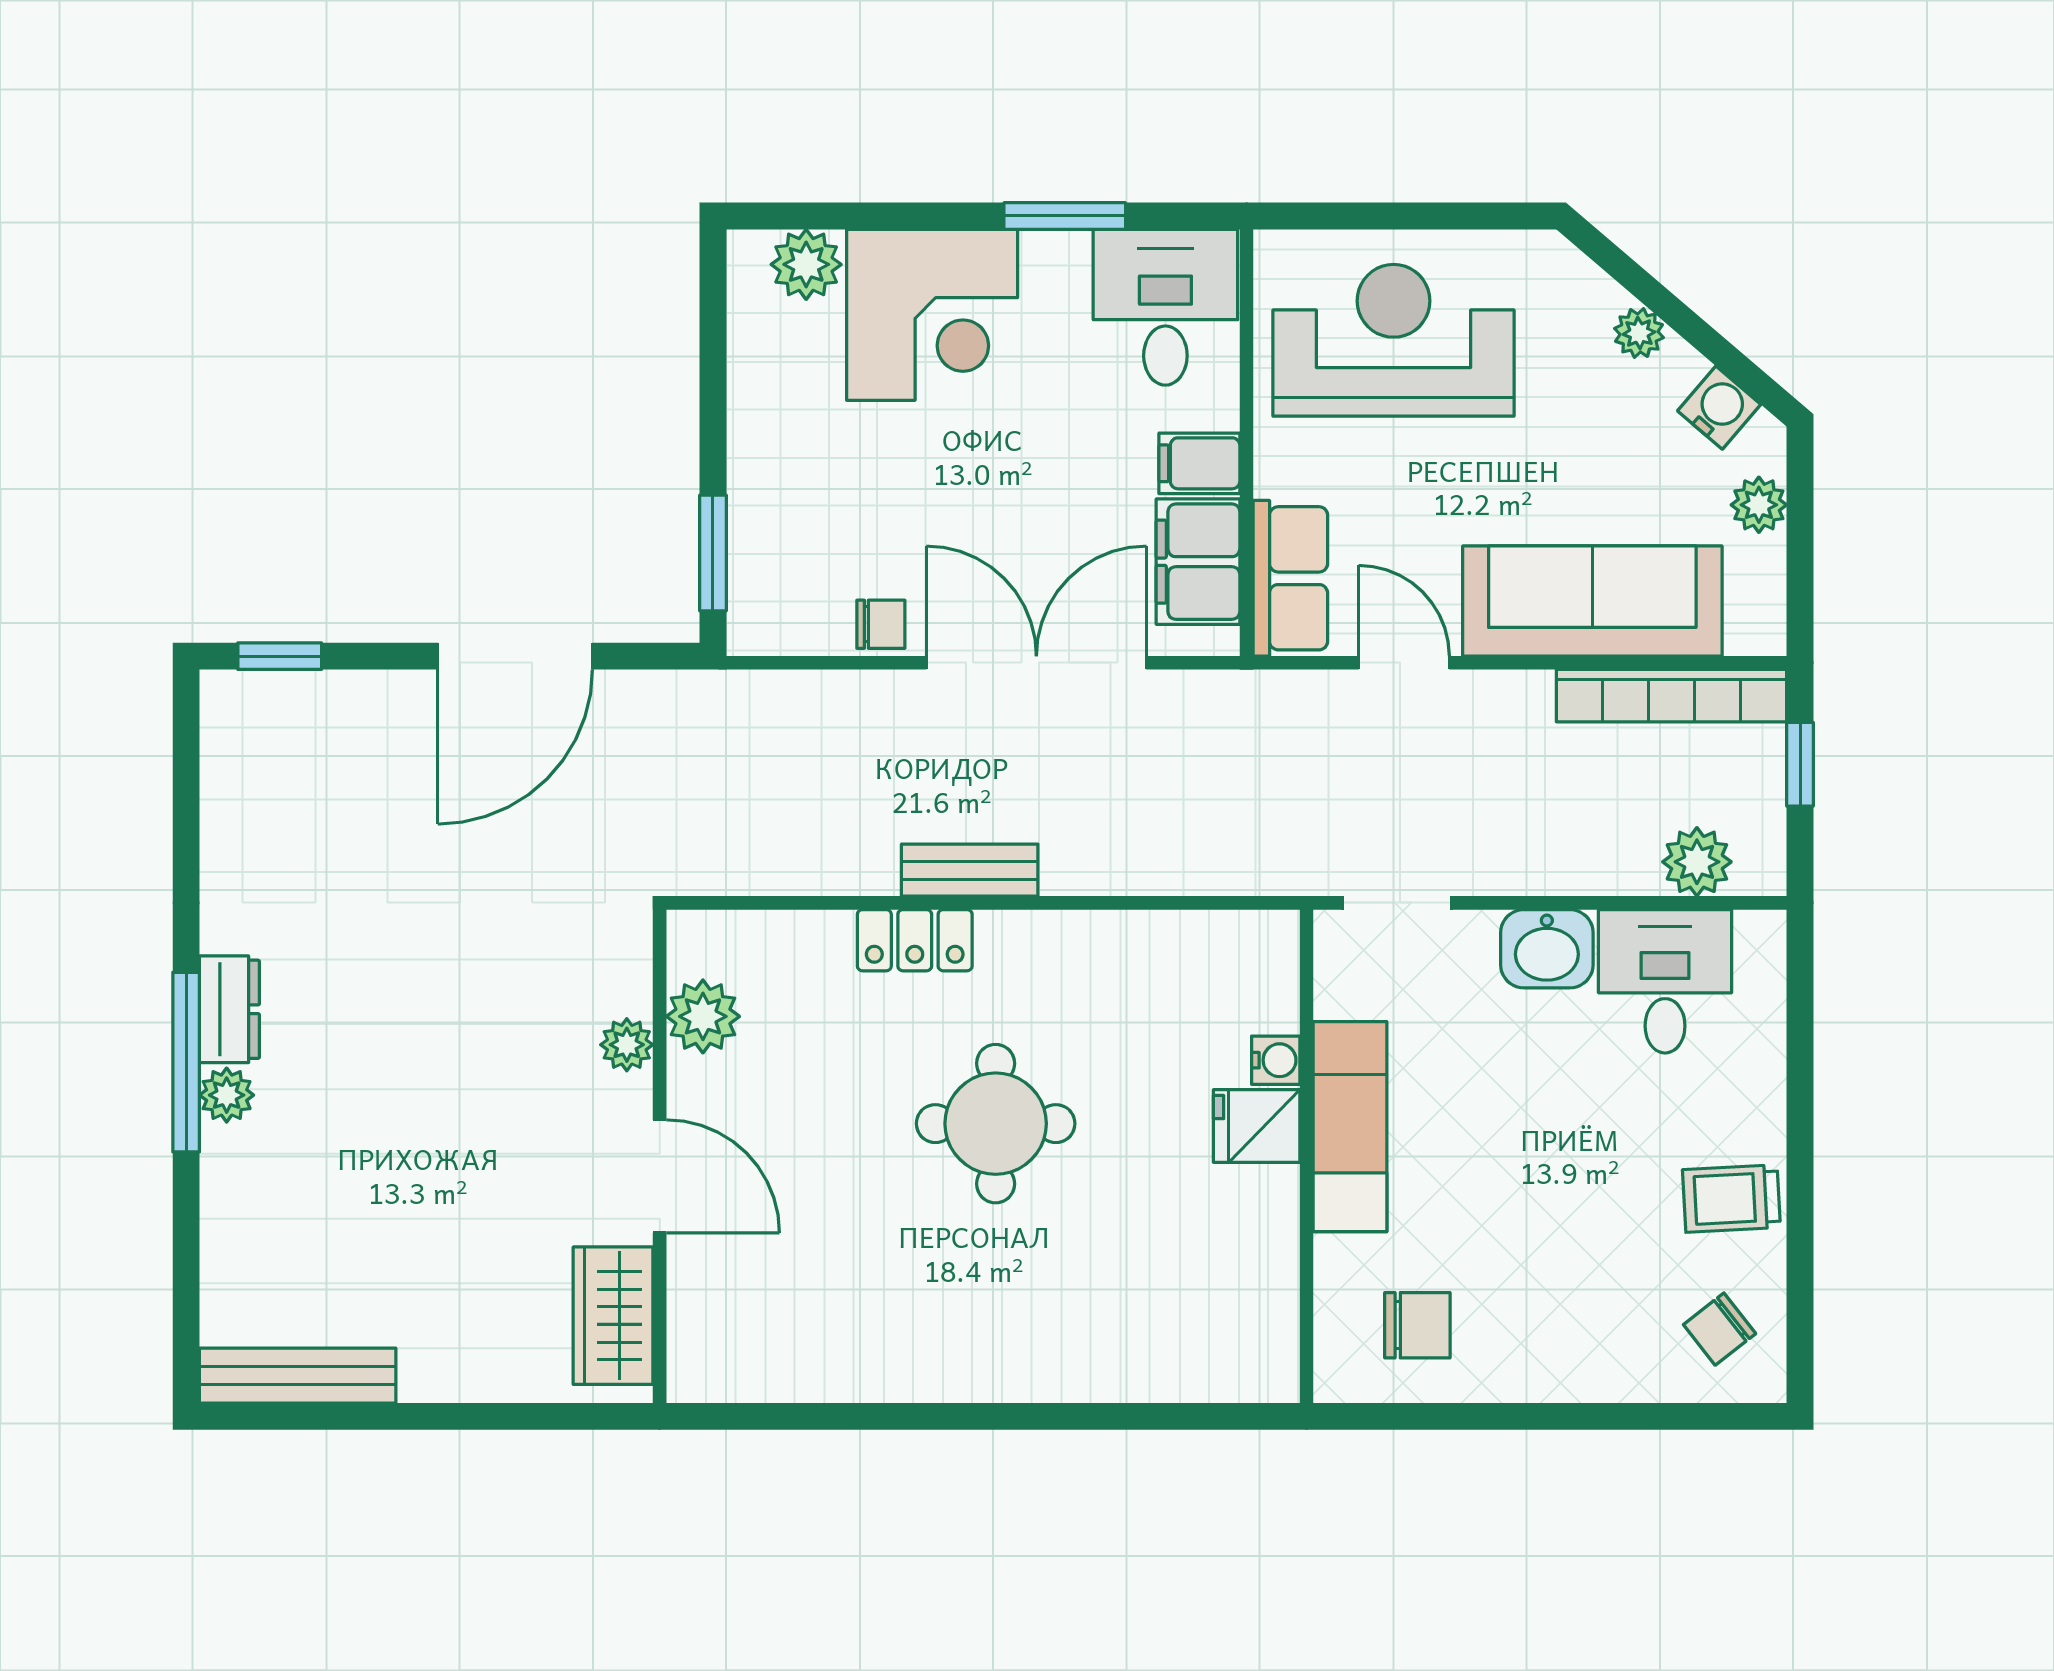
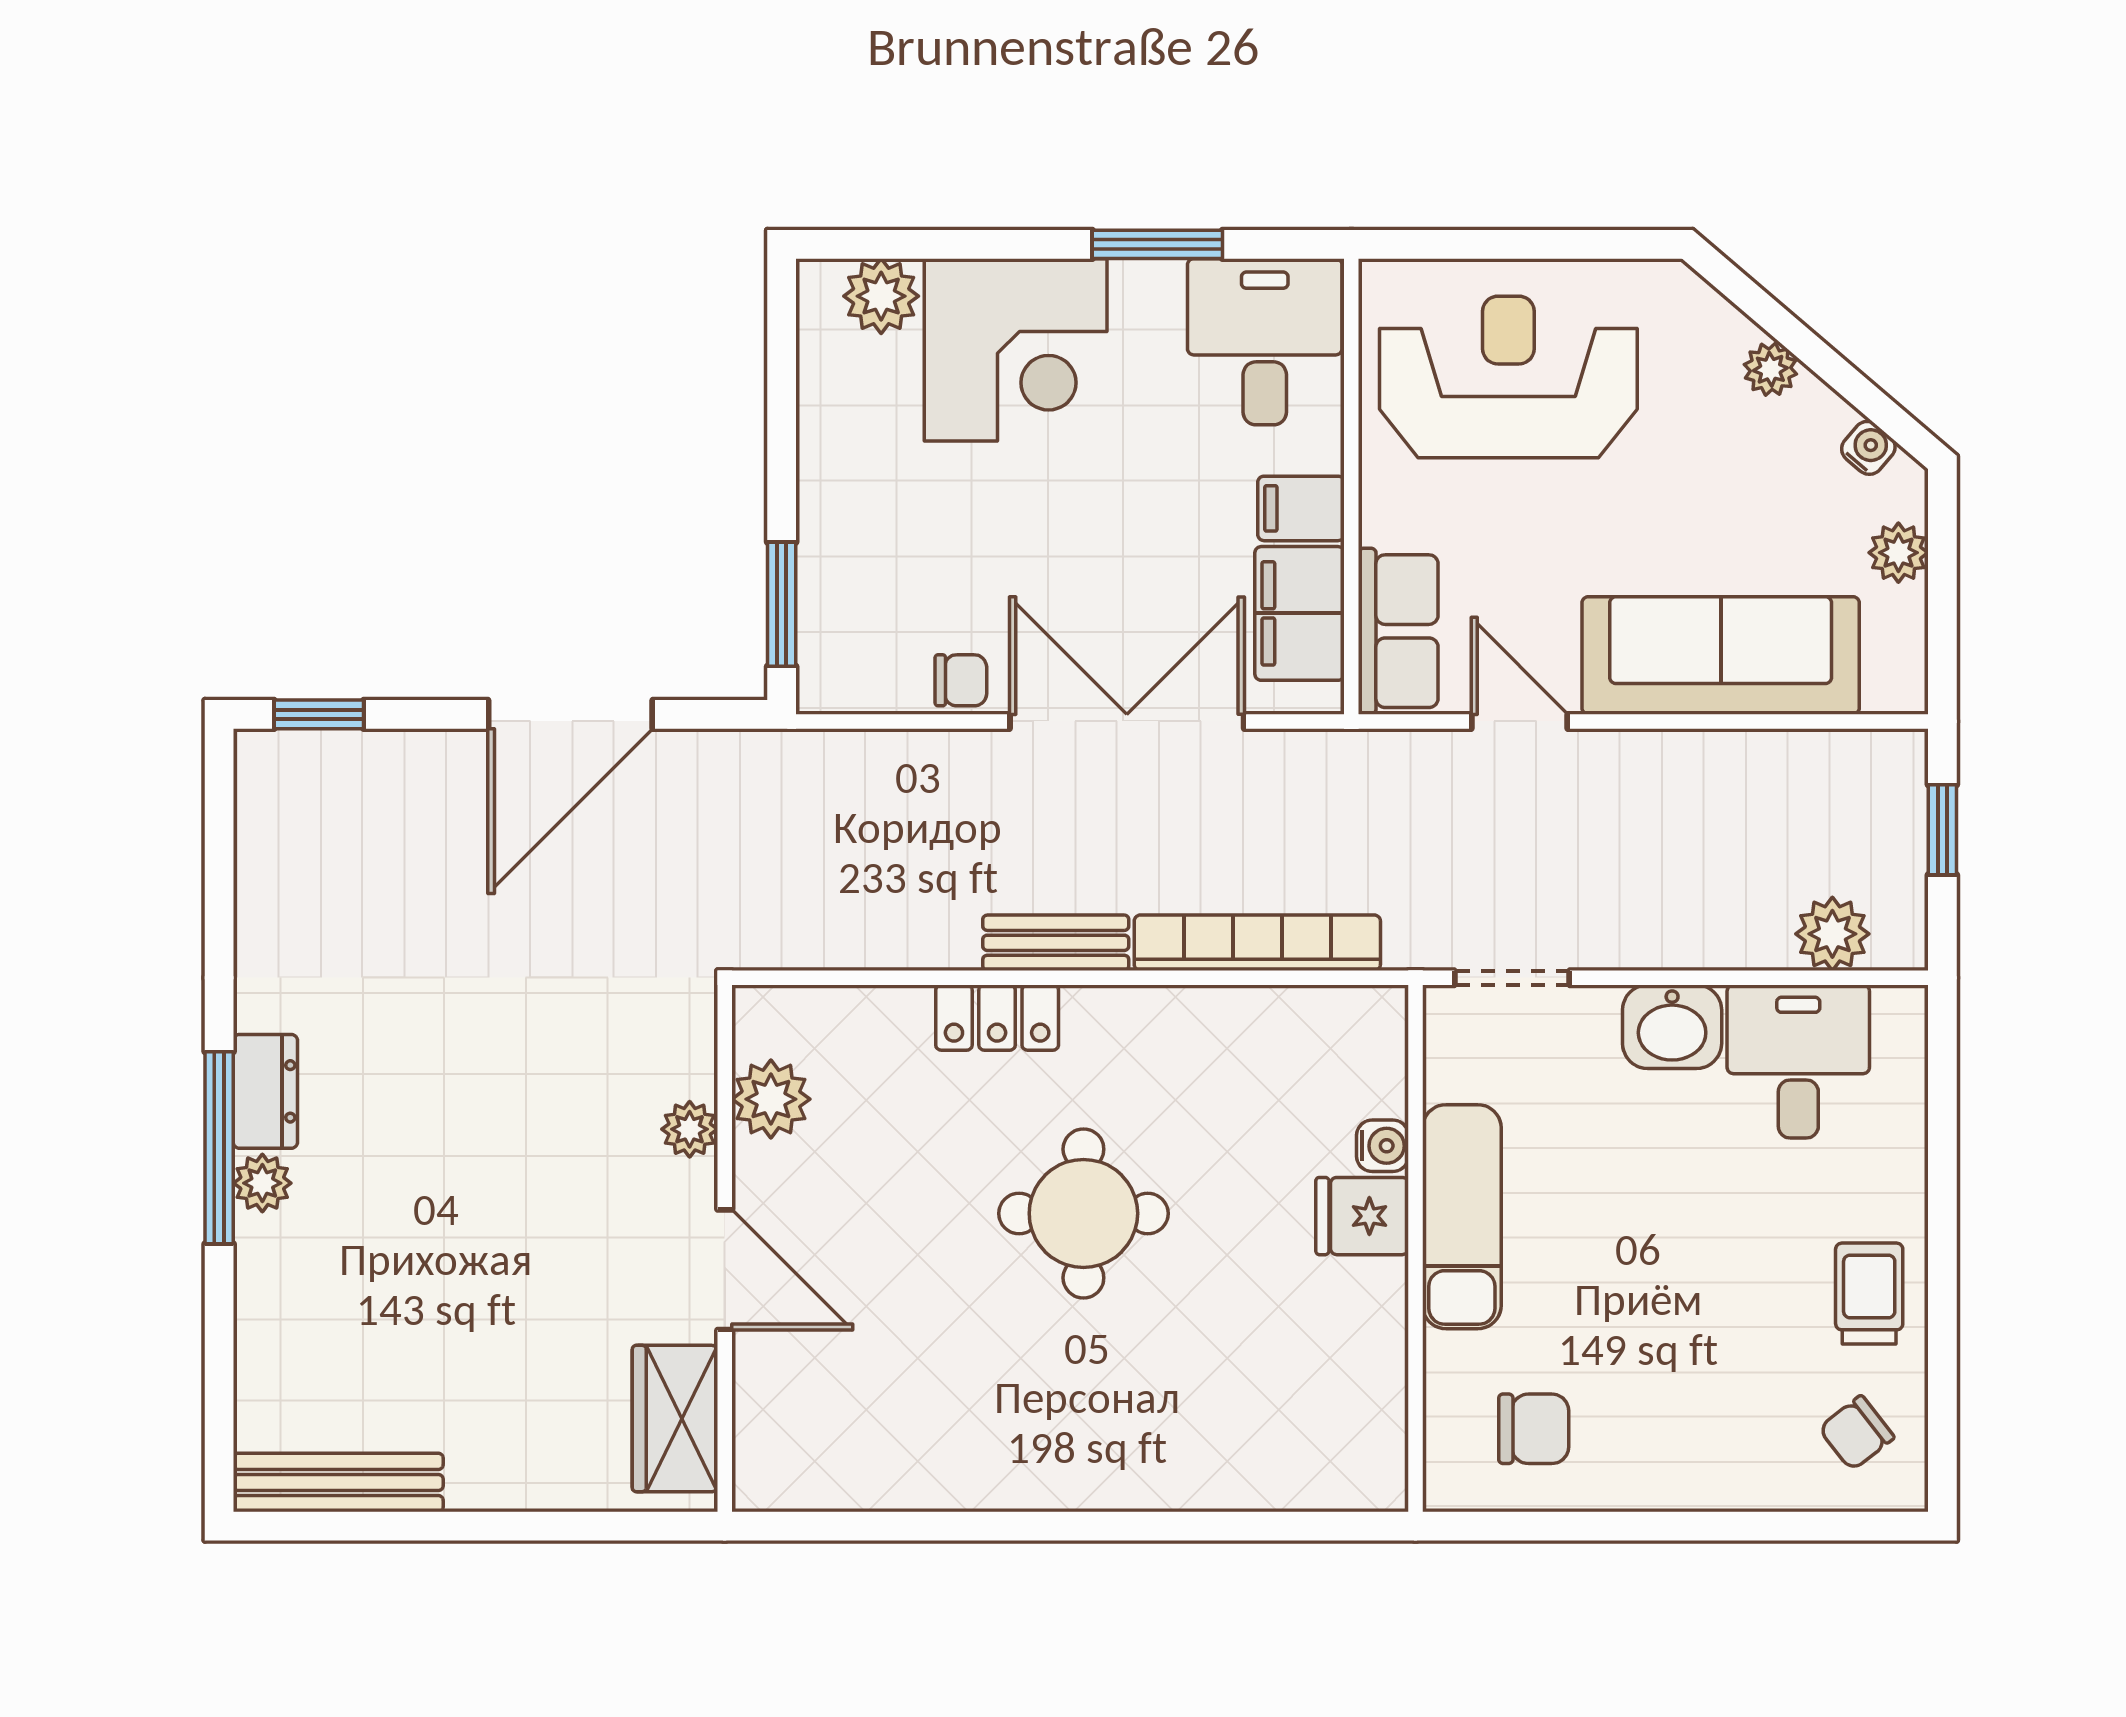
water cooler: (1719, 408) -> (1868, 448), width x0.72, depth x0.72
bookcase: (1672, 696) -> (1257, 943), moved, turned 180
trolley: (1731, 1199) -> (1869, 1294), turned 93

